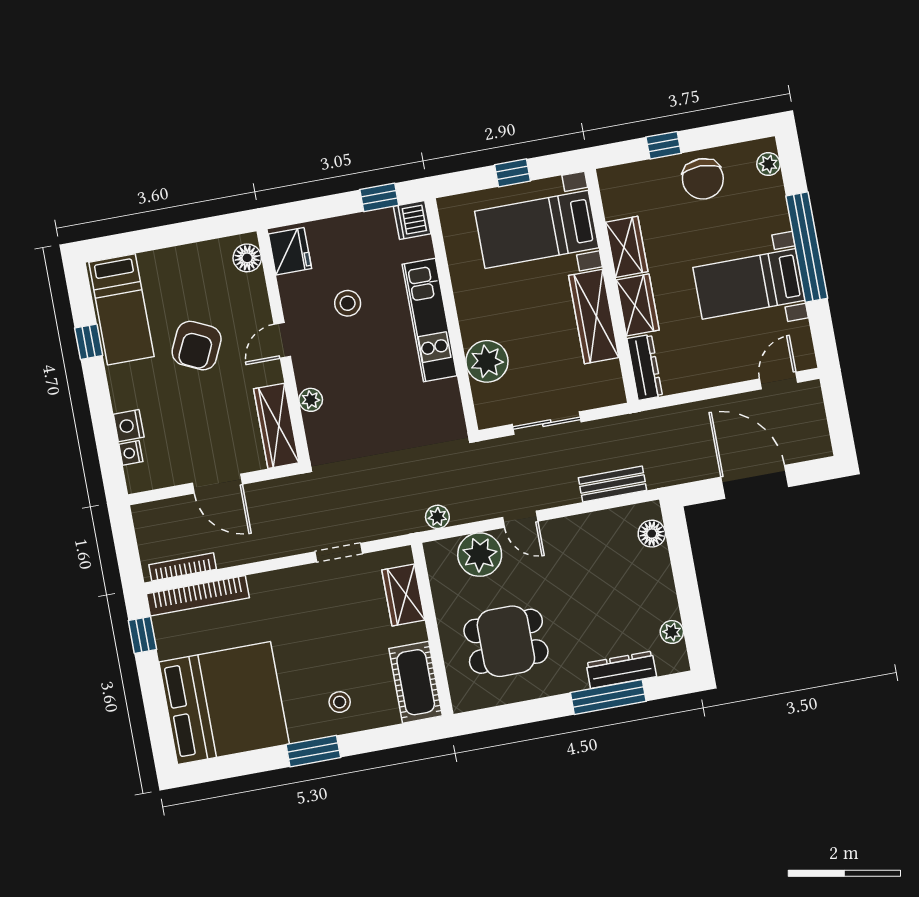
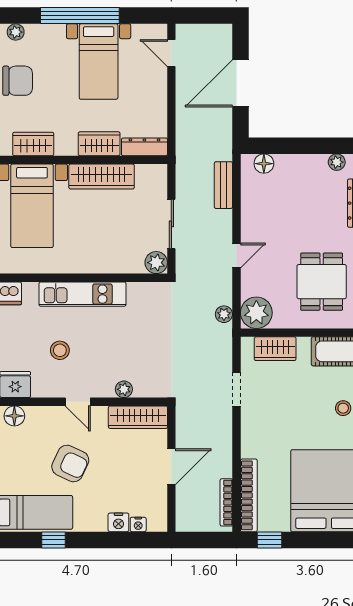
wardrobe: (627, 247) -> (33, 144), moved
plant: (487, 361) -> (156, 263), moved, width x0.73, depth x0.73
plant: (480, 555) -> (256, 313), moved

